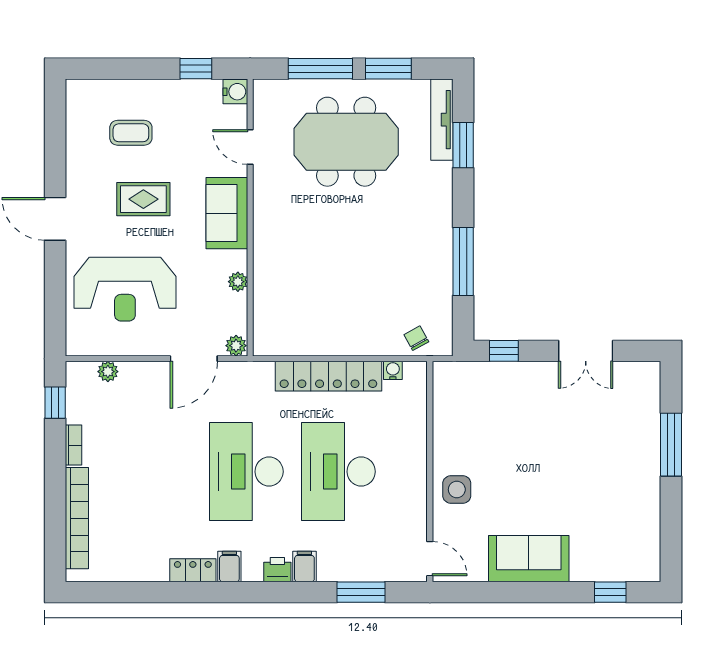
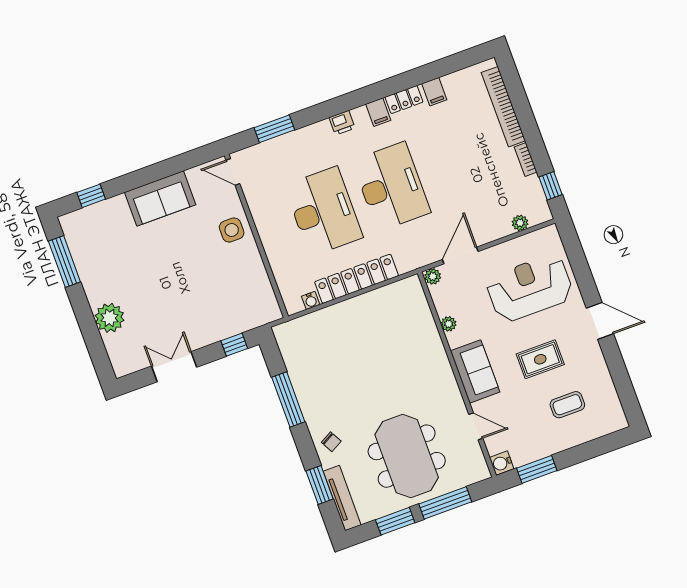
window: (196, 69) -> (537, 469), width x1.50
meeting table: (346, 142) -> (407, 456), turned 90
chair: (416, 338) -> (331, 442), moved
plant: (642, 438) -> (109, 318), added
window: (671, 445) -> (64, 261), moved
filing cabinet: (304, 566) -> (434, 92), moved

